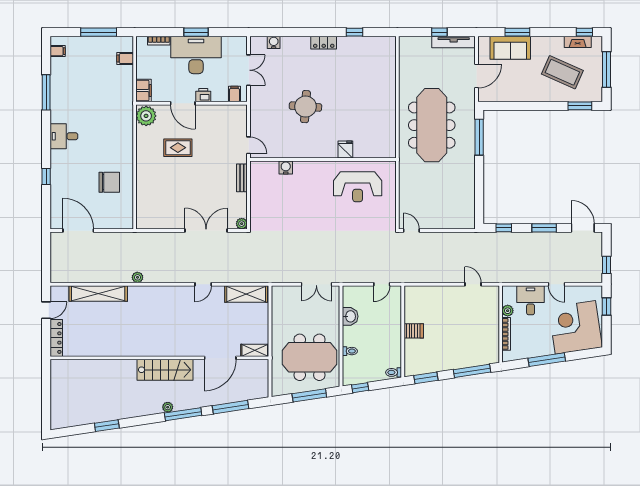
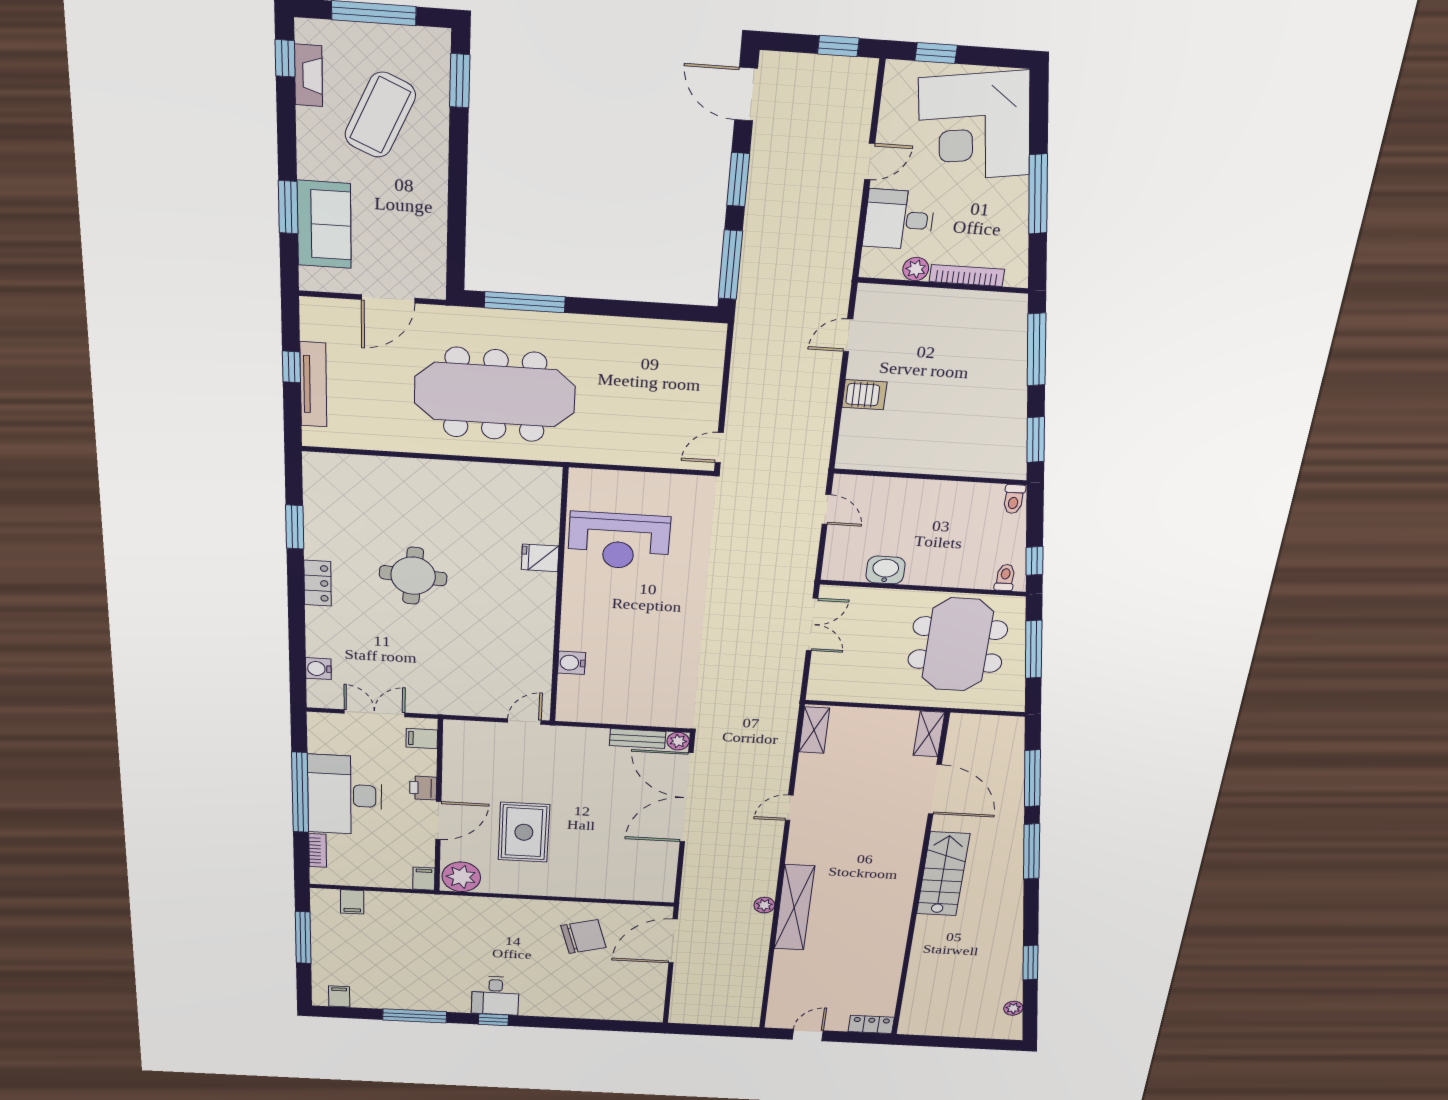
window: (196, 32) -> (300, 793), width x2.11
window: (355, 32) -> (295, 527), width x1.50
tv unit: (454, 42) -> (313, 385), moved
door: (476, 76) -> (388, 299), swing flipped
filing cabinet: (144, 91) -> (424, 879), width x0.50
round table: (305, 107) -> (413, 576), moved
rug: (178, 148) -> (524, 832), width x1.36, depth x1.43
window: (46, 176) -> (493, 1020), moved
bench: (242, 178) -> (638, 739), moved
chair: (109, 182) -> (583, 937), turned 74
reception desk: (358, 187) -> (619, 541), turned 90
window: (504, 228) -> (730, 265), width x2.17
door: (583, 228) -> (746, 94), hinge flipped
door: (78, 231) -> (673, 941), moved
double door: (206, 231) -> (686, 798), width x1.36
door: (203, 284) -> (789, 808), swing flipped
shelving: (98, 293) -> (794, 908), moved
shelving: (246, 294) -> (814, 730), width x0.67, depth x0.75
door: (46, 310) -> (808, 1035), hinge flipped
server rack: (414, 331) -> (864, 395), moved, turned 90
locker: (56, 338) -> (871, 1024), width x0.66
toilet: (350, 351) -> (1005, 578), moved
plant: (168, 407) -> (1013, 1008), moved

